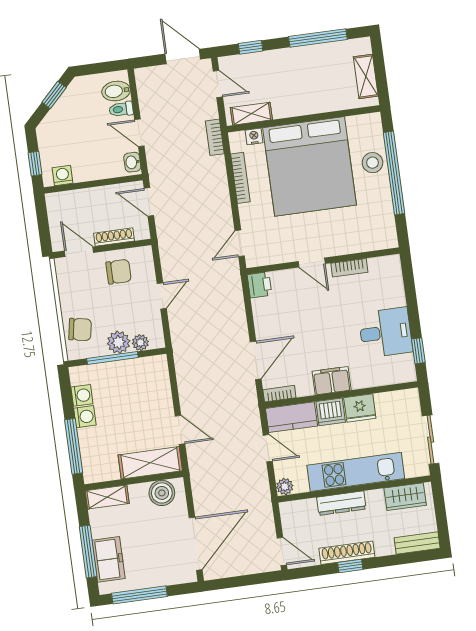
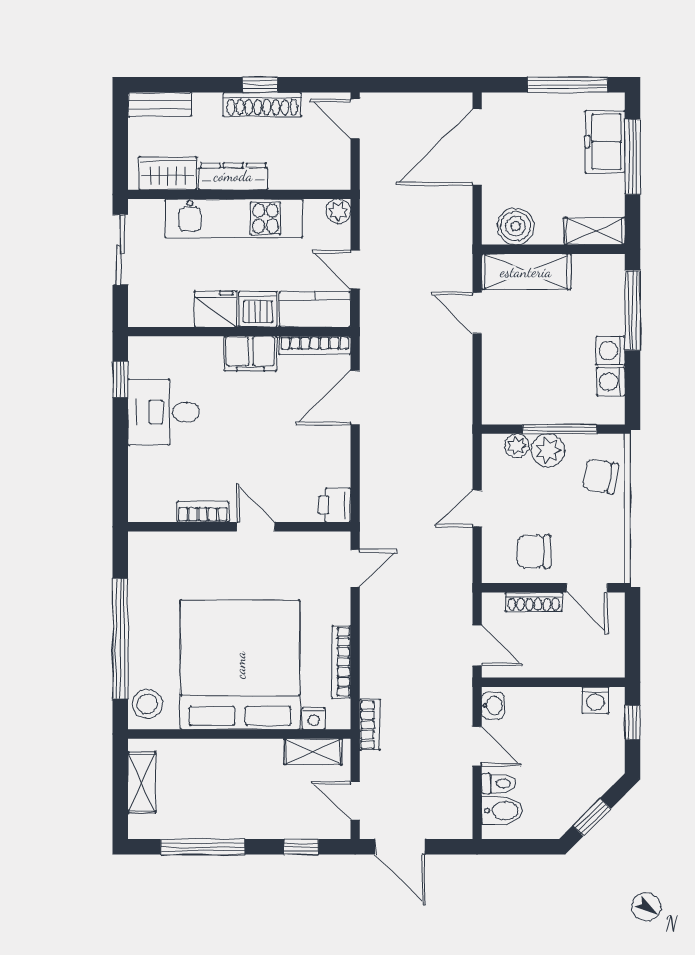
stool: (373, 163) -> (147, 704), moved
bookcase: (279, 394) -> (315, 345), width x1.56
dresser: (341, 503) -> (233, 176), moved

